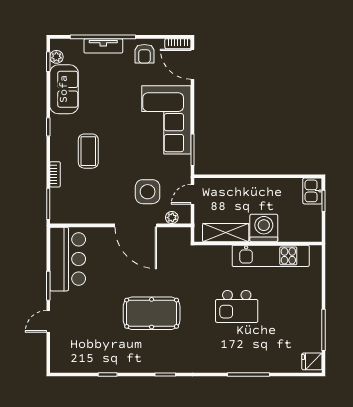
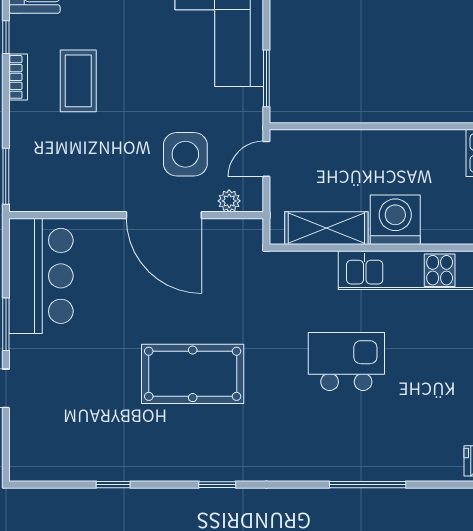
bookcase: (55, 174) -> (18, 77), moved
kitchen island: (237, 306) -> (346, 362), turned 180

